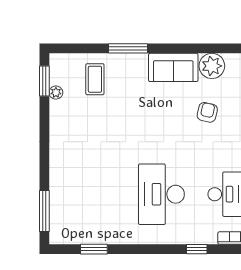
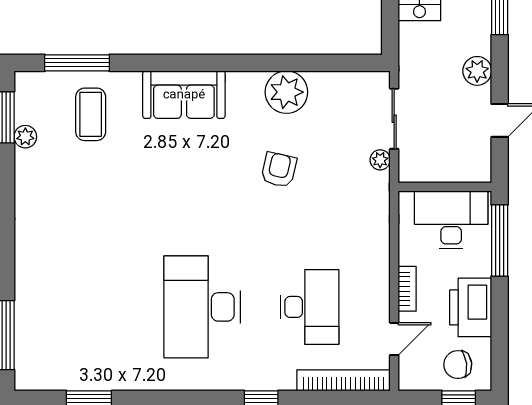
window: (128, 48) -> (77, 63), moved
sofa: (173, 67) -> (184, 95), moved

